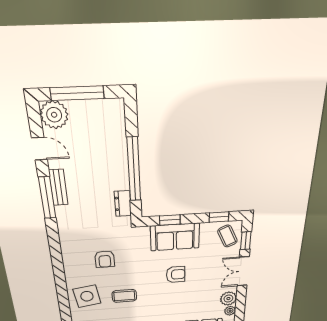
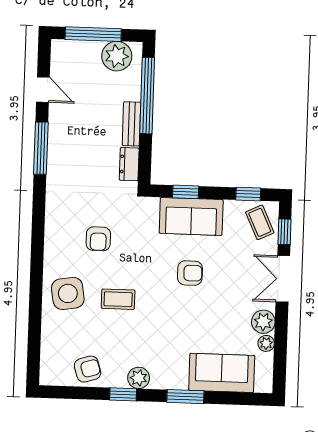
plant: (54, 115) -> (117, 56), moved
window: (134, 170) -> (147, 96), moved
bench: (58, 187) -> (131, 124), moved

